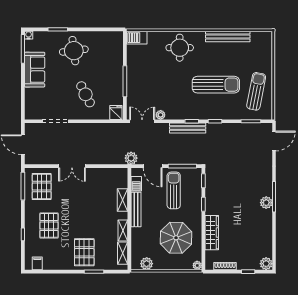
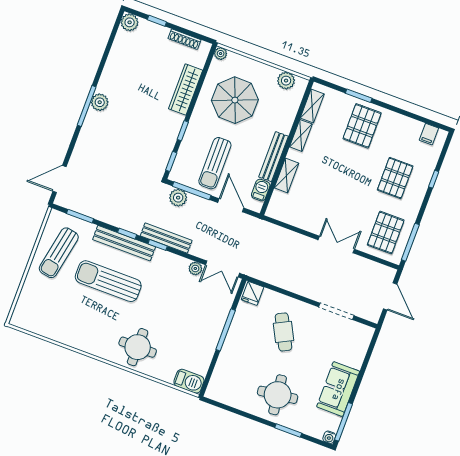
bench: (228, 36) -> (124, 243), moved
plant: (131, 158) -> (178, 198), moved

